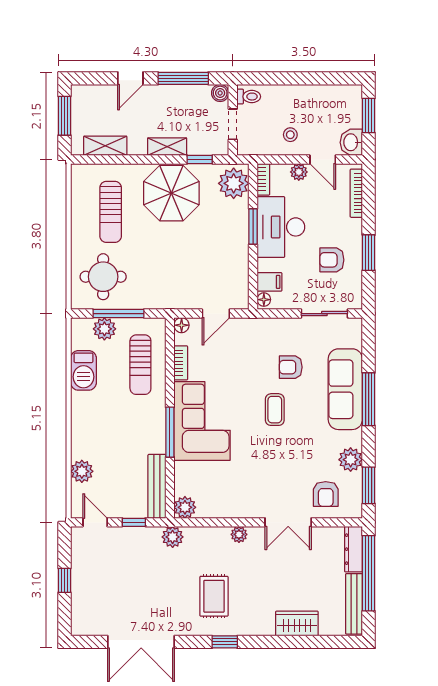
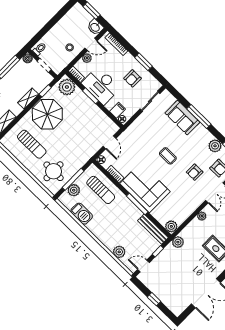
armchair: (291, 367) -> (195, 172), moved
sofa: (345, 389) -> (182, 118), width x0.73

